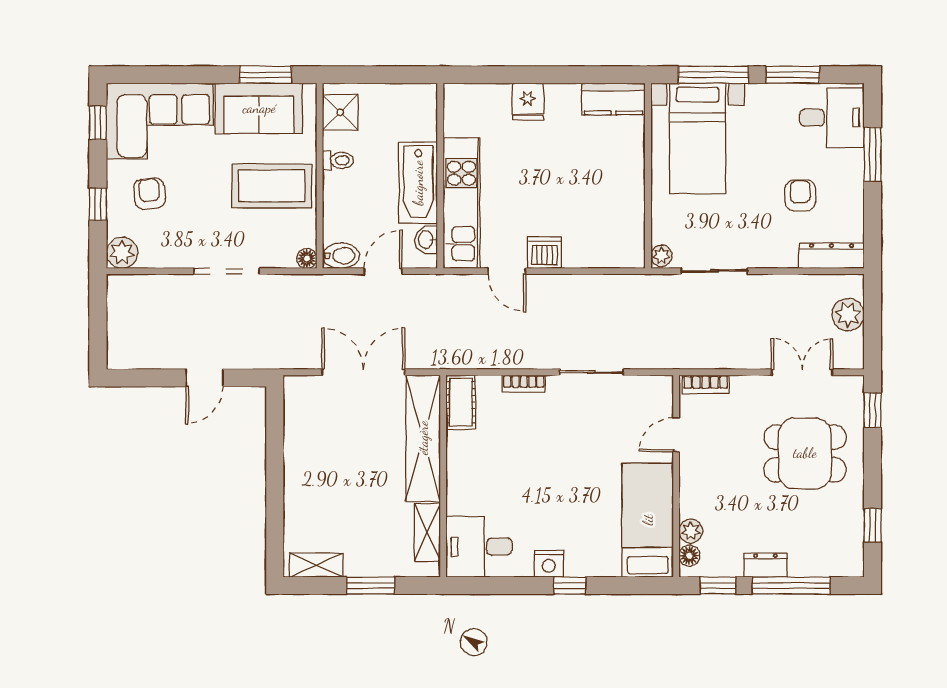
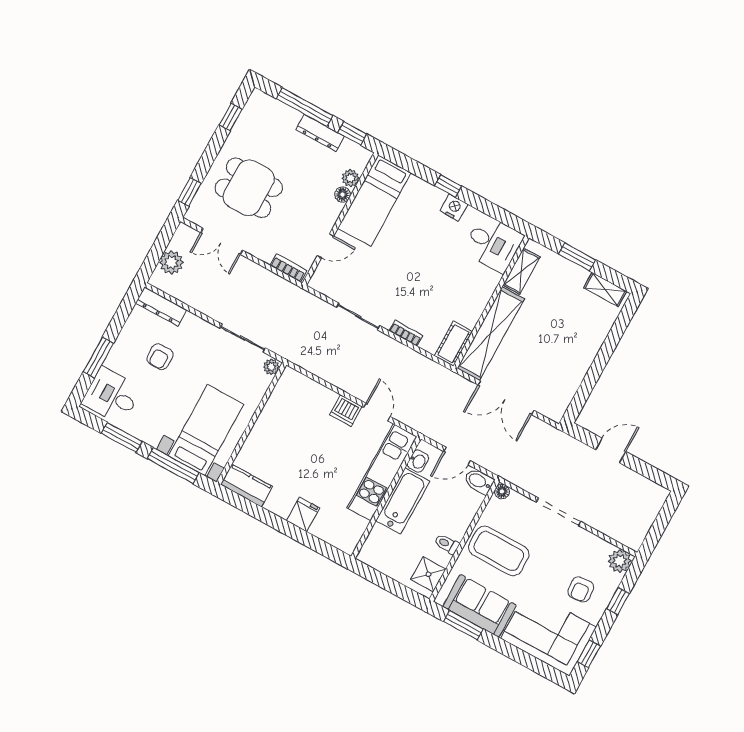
floor lamp: (689, 556) -> (343, 195), moved
dresser: (765, 565) -> (320, 133), width x1.44

